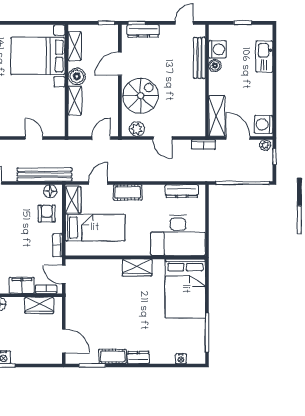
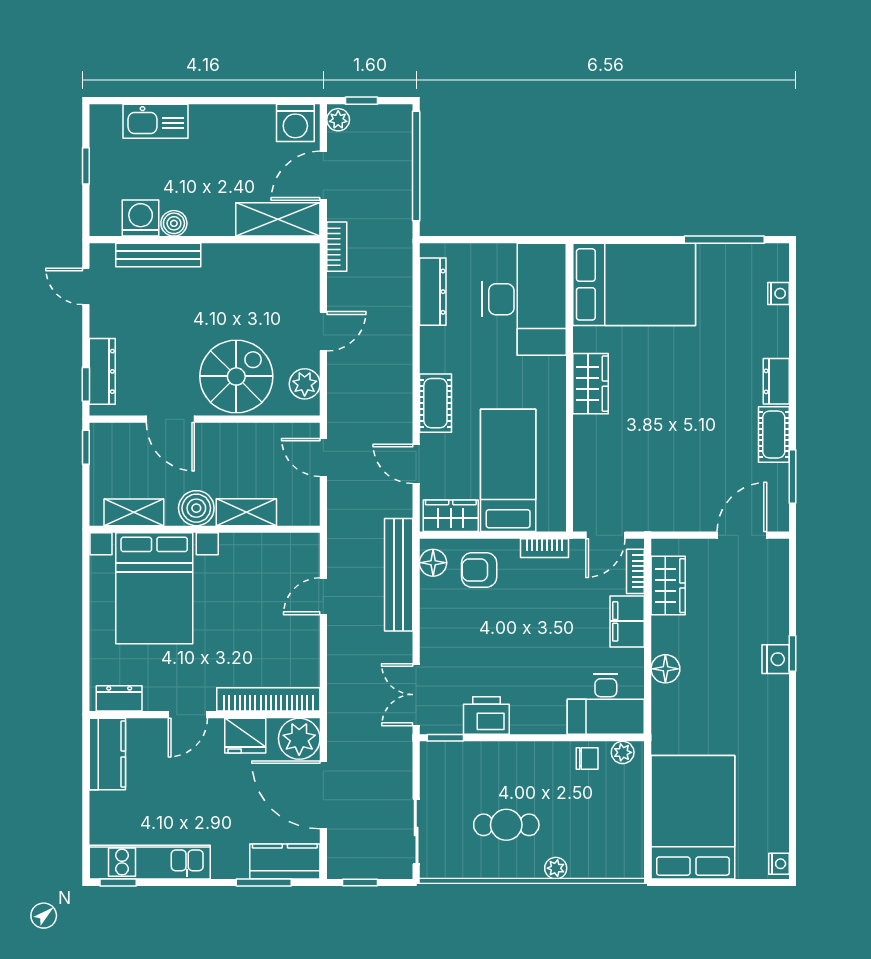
spiral stairs: (141, 96) -> (236, 376), turned 90

